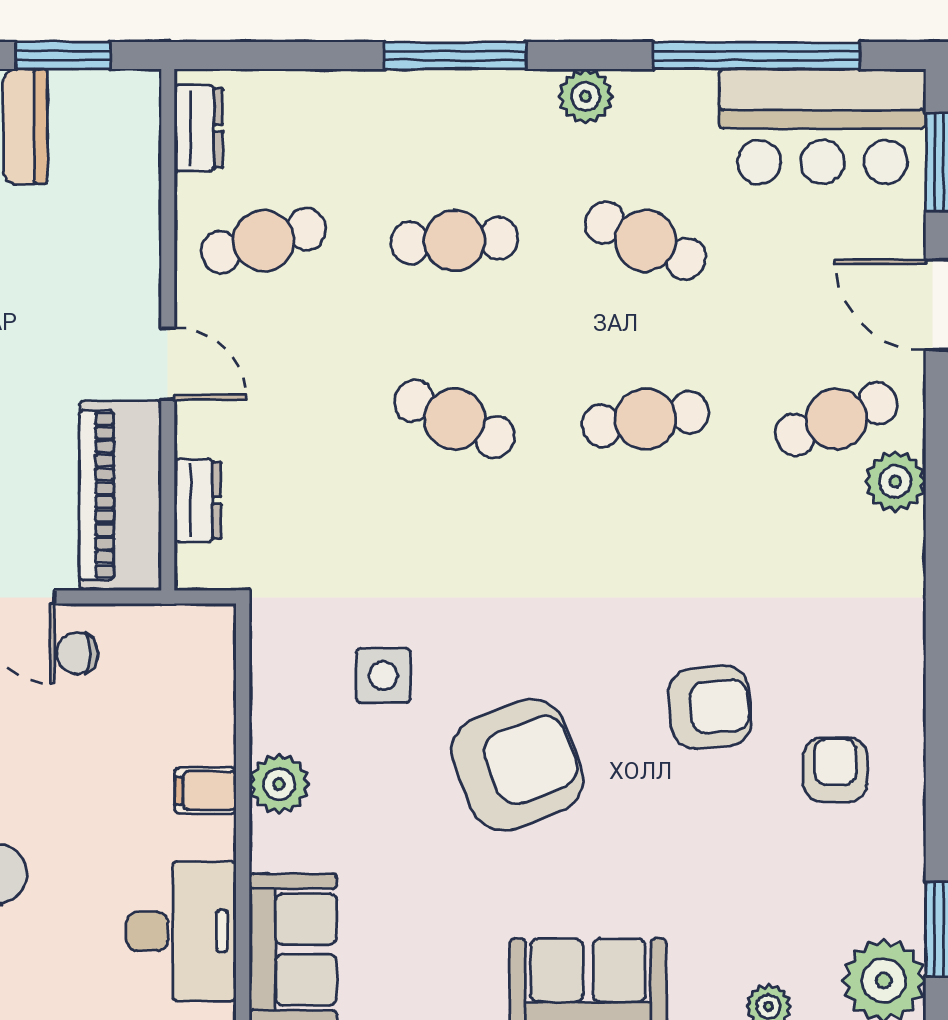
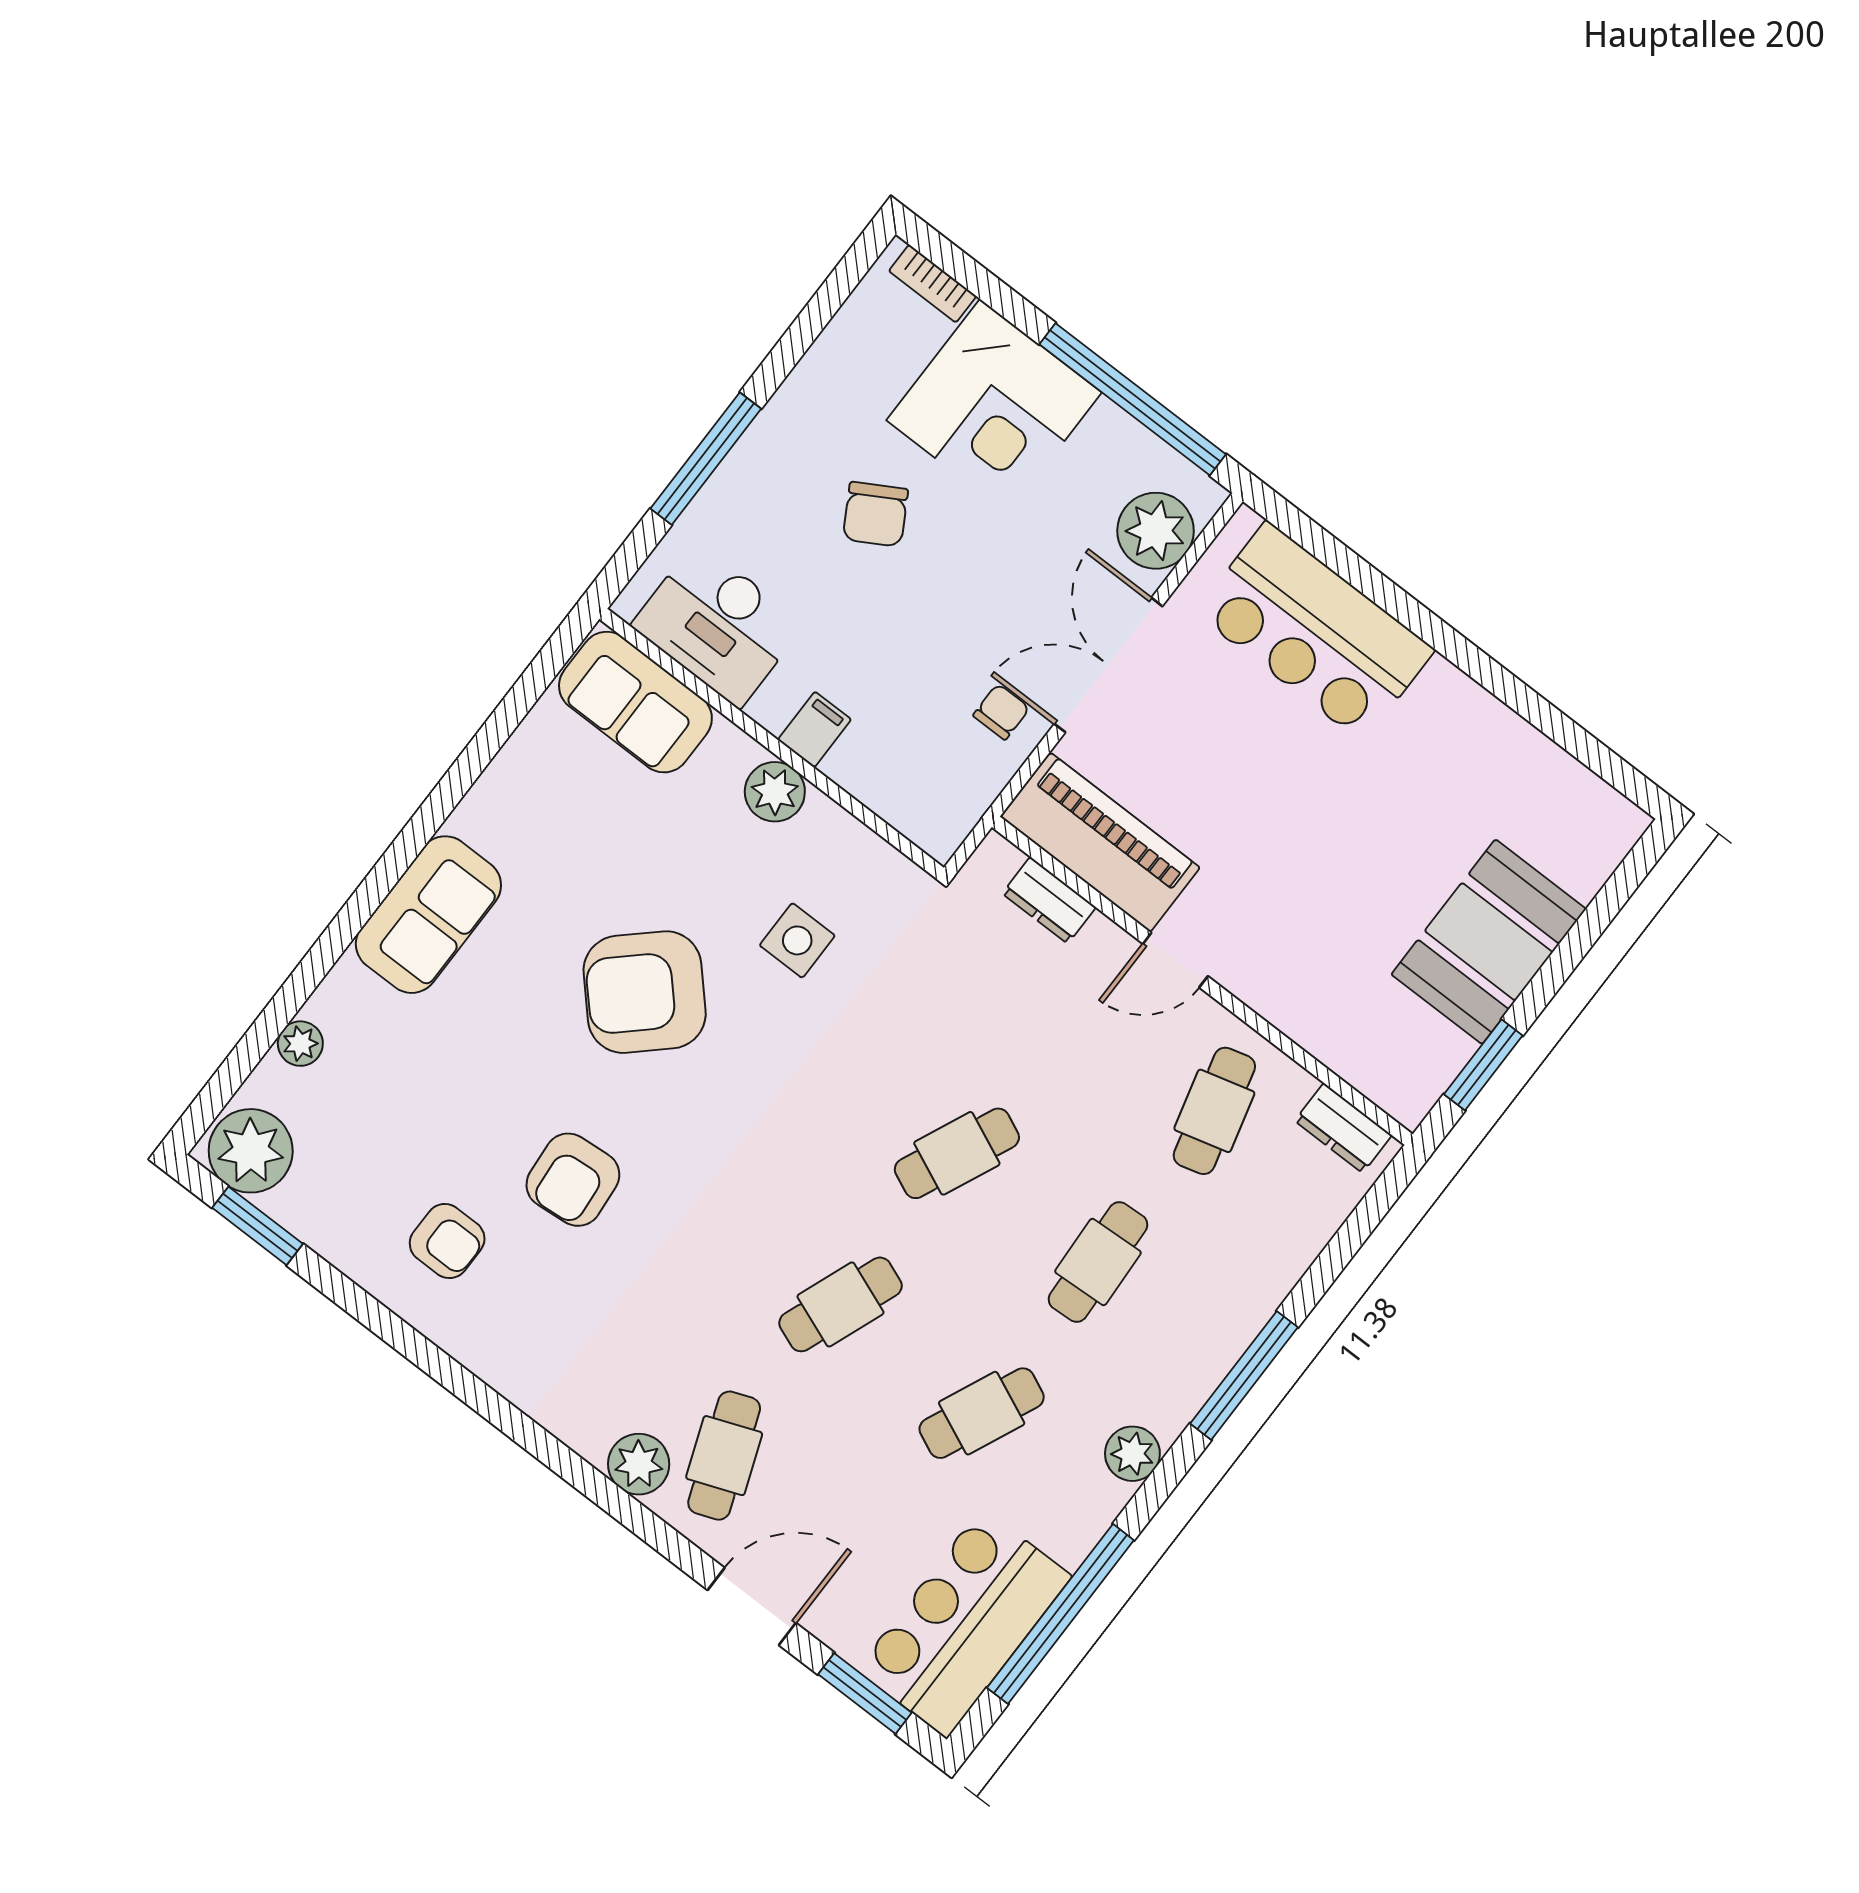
cafe table: (645, 419) -> (841, 1304), turned 30
armchair: (517, 765) -> (645, 992), turned 68

